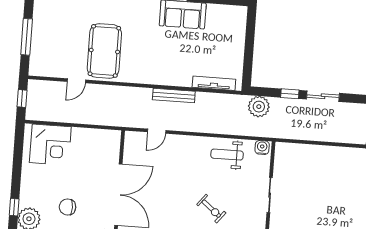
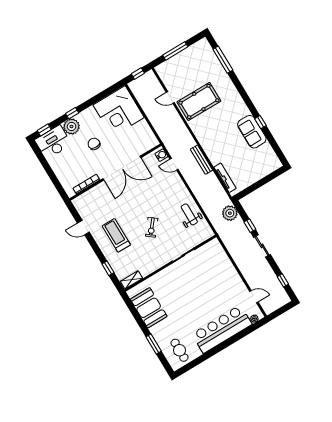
corner desk: (50, 145) -> (119, 111), width x1.36, depth x1.36
water cooler: (262, 147) -> (161, 155), moved

